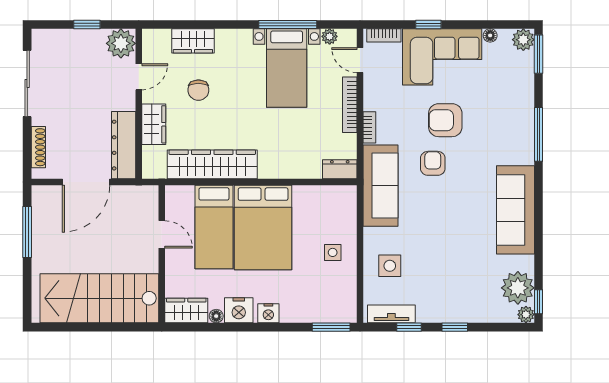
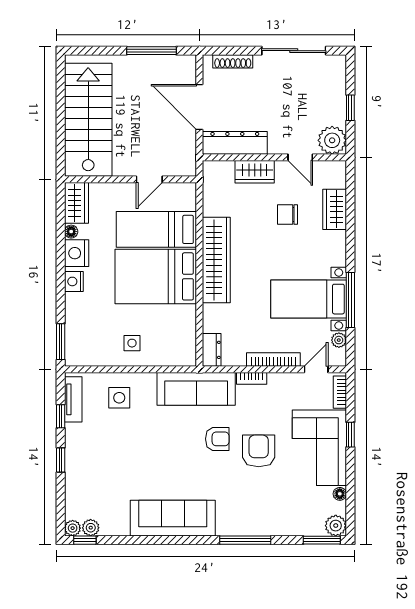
wardrobe: (212, 164) -> (216, 260), moved
plant: (518, 288) -> (91, 528), width x0.53, depth x0.53

